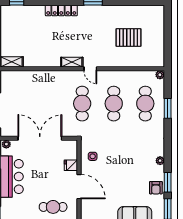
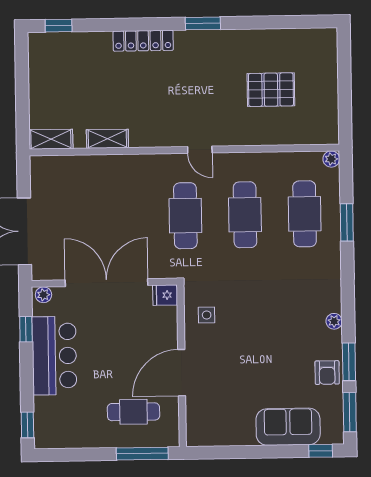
shelving: (72, 62) -> (107, 139), moved
fridge: (71, 165) -> (165, 295), moved
door: (79, 187) -> (182, 373), swing flipped

